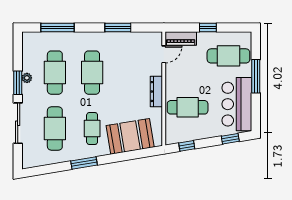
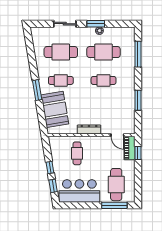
window: (208, 27) -> (138, 153), moved
cafe table: (92, 73) -> (104, 80), width x0.73, depth x0.74
window: (256, 76) -> (114, 205), moved
cafe table: (188, 107) -> (77, 153), width x0.73, depth x0.74
sliding door: (18, 123) -> (65, 24), width x0.73
window: (187, 146) -> (50, 167), moved
window: (84, 163) -> (37, 90), moved

